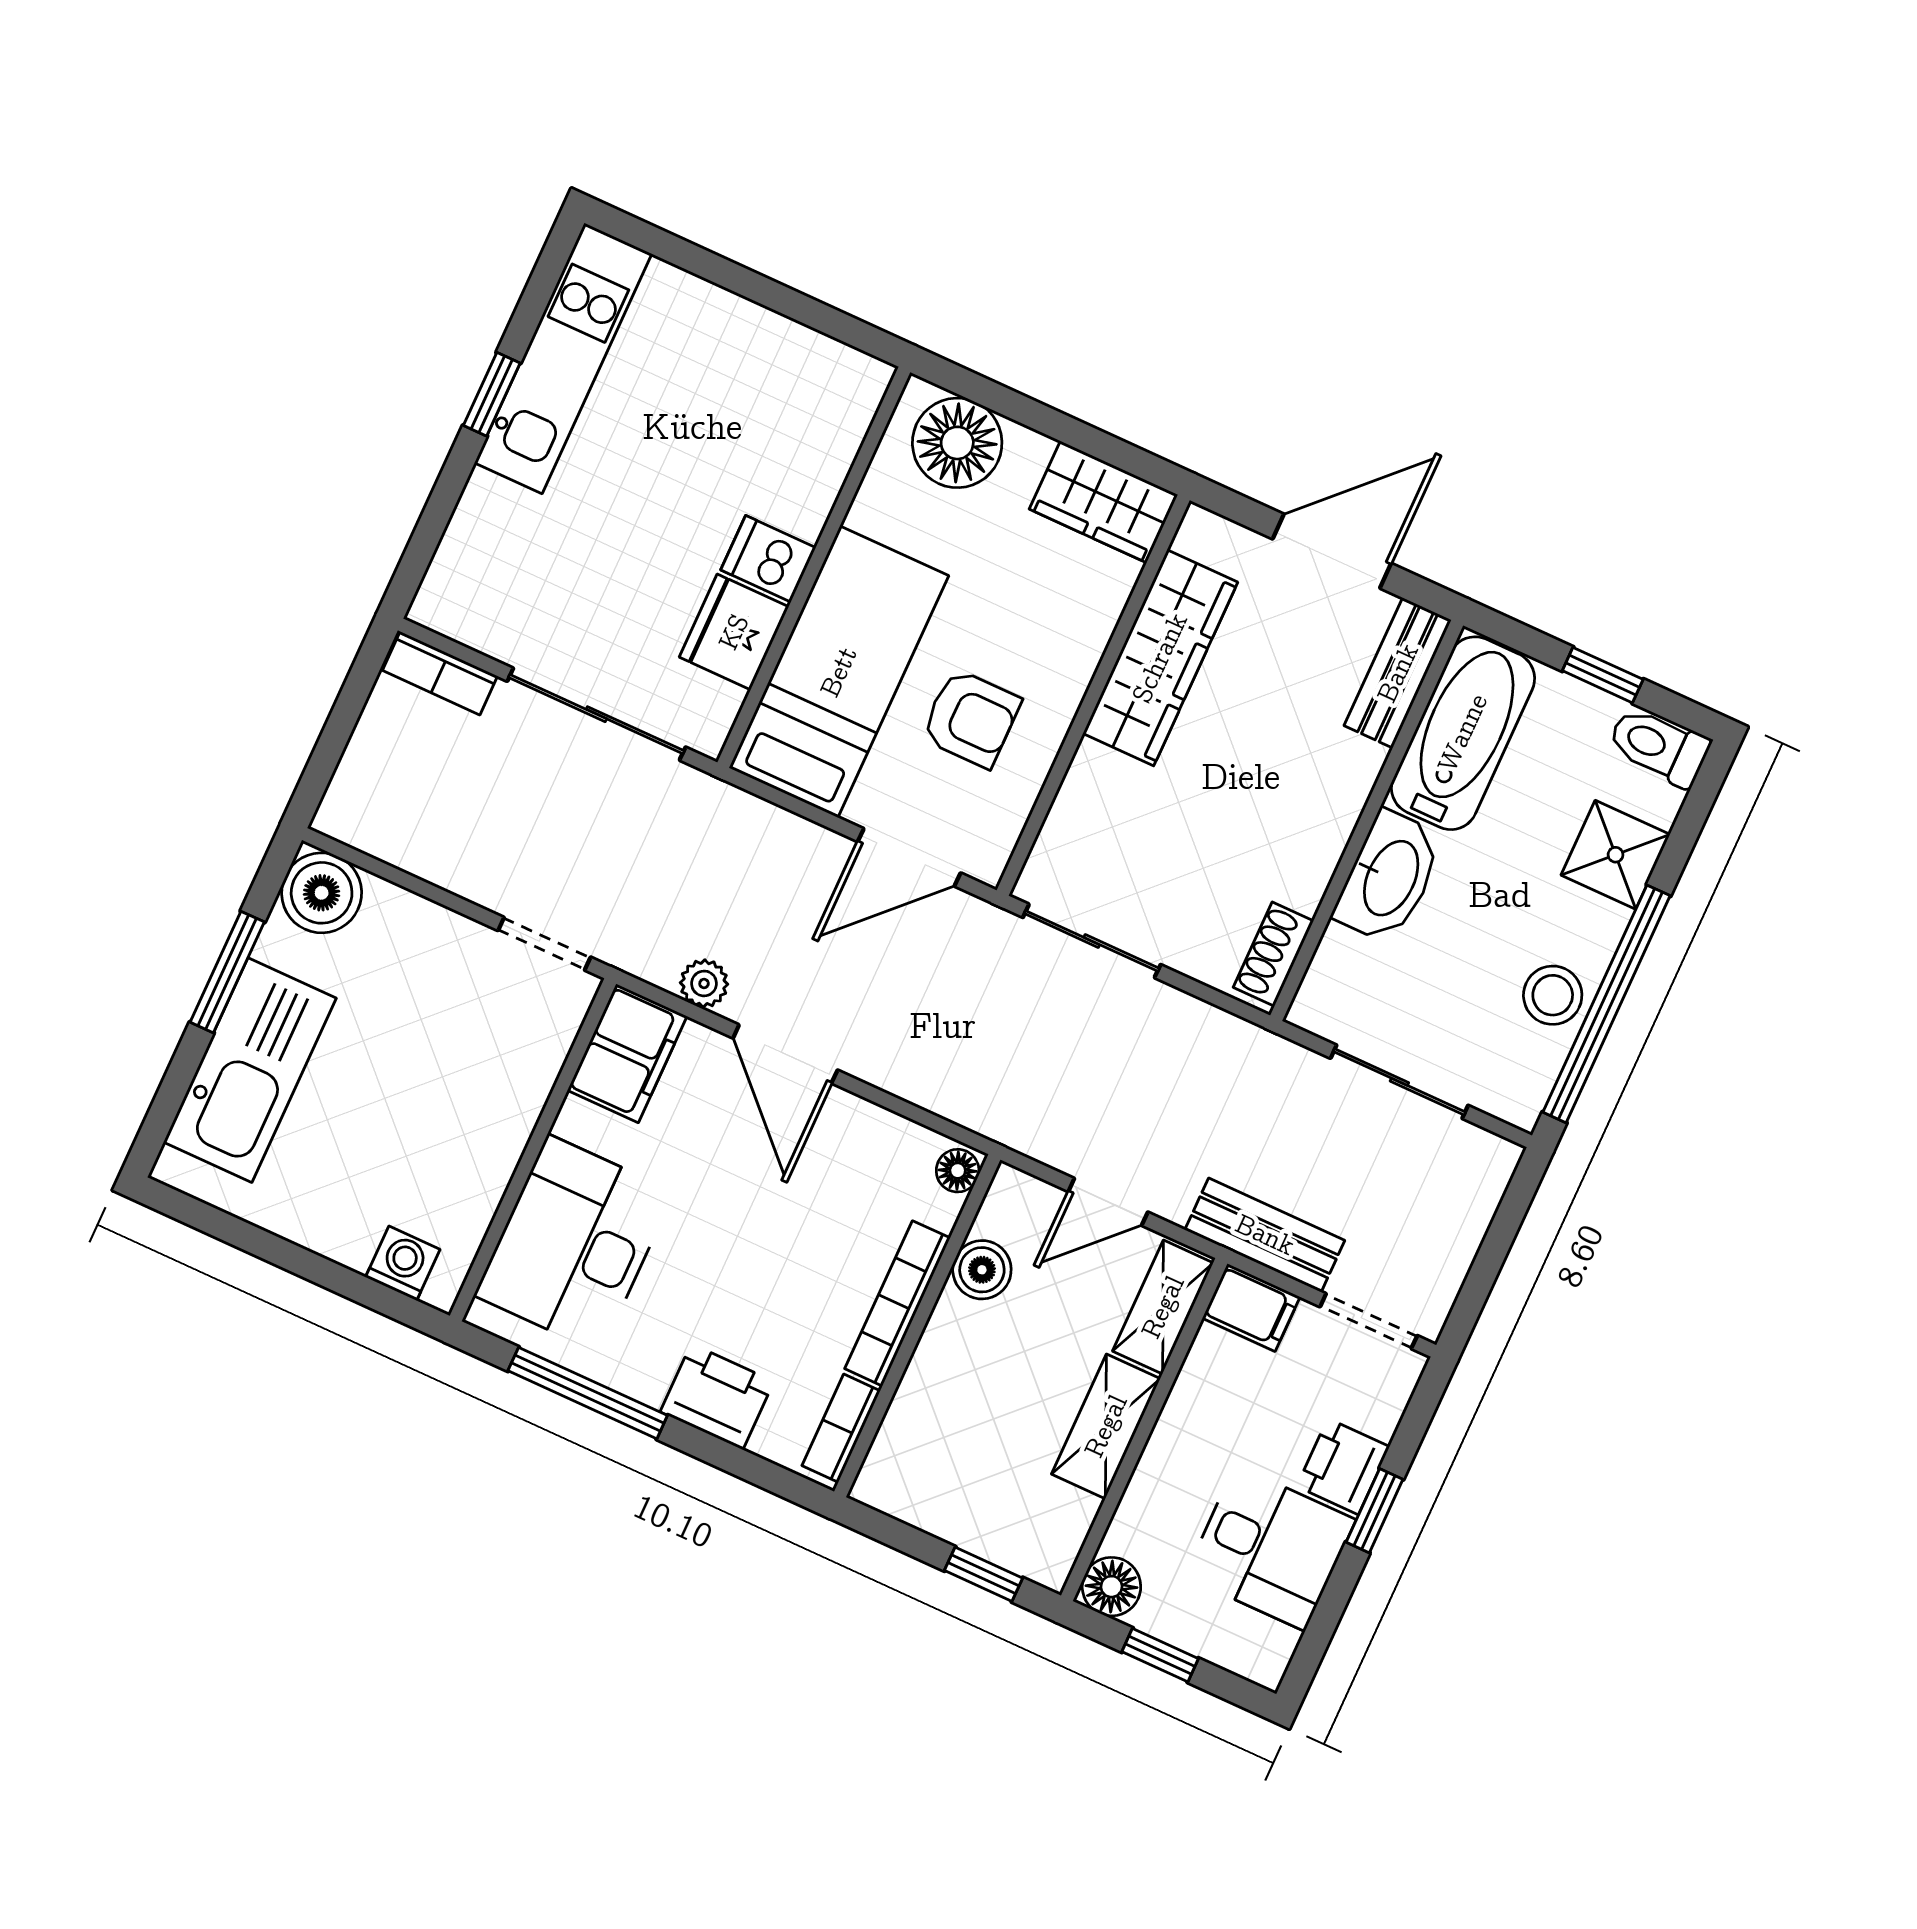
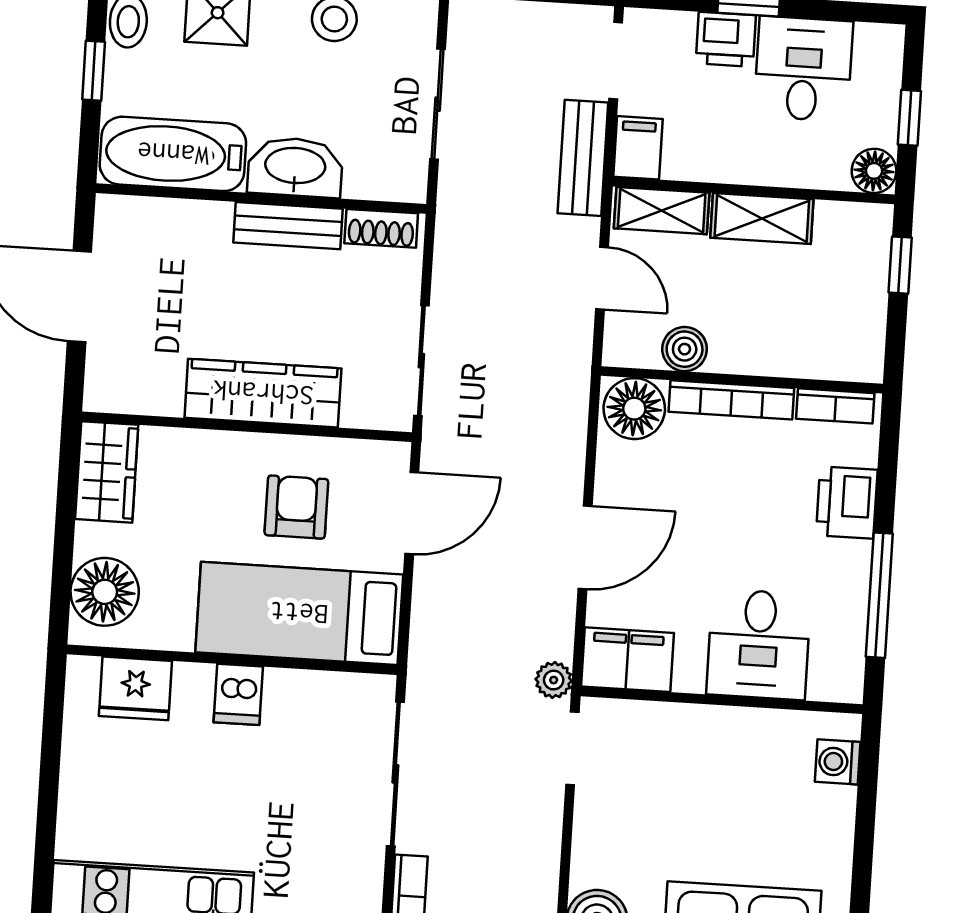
fridge: (734, 632) -> (135, 688), moved
wardrobe: (1160, 658) -> (263, 393), moved
bench: (1398, 673) -> (288, 226), moved
door: (909, 857) -> (412, 513), hinge flipped
plant: (704, 983) -> (554, 680), moved
floor lamp: (958, 1171) -> (634, 409), width x1.89, depth x1.89
desk: (574, 1244) -> (759, 644), width x0.73

